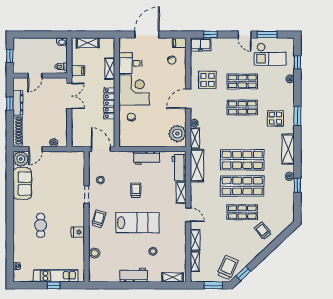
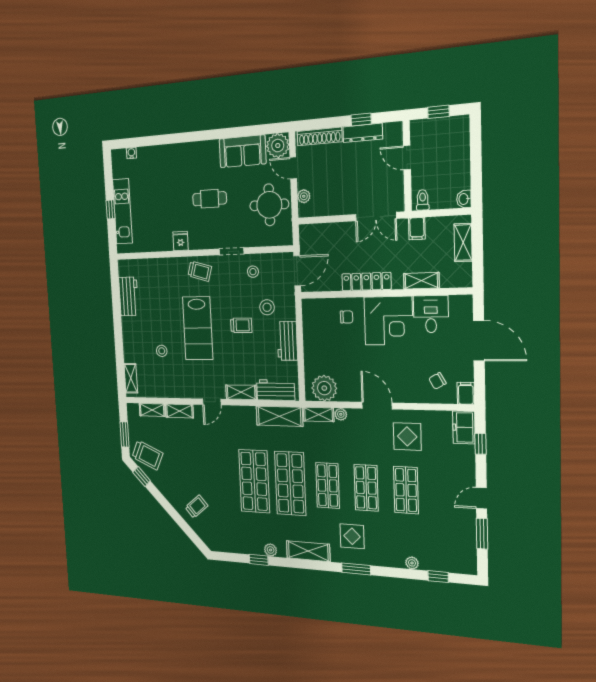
checkout: (270, 54) -> (450, 536), removed
round table: (58, 166) -> (269, 205), added
shop shelf: (242, 212) -> (328, 486), moved
cafe table: (41, 225) -> (210, 199), moved
stool: (95, 253) -> (267, 307), moved
workbench: (134, 275) -> (129, 296), moved

